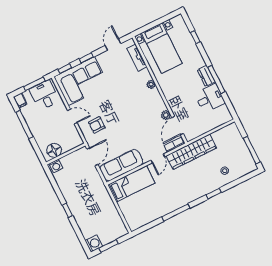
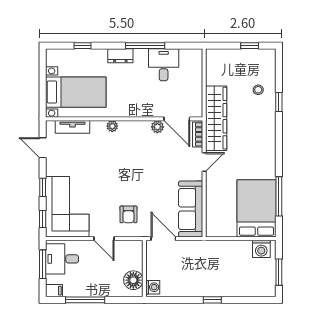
dresser: (206, 76) -> (120, 56), moved
door: (72, 117) -> (104, 239), swing flipped
window: (252, 150) -> (250, 46), width x0.46
door: (158, 158) -> (204, 162), hinge flipped
bed: (131, 184) -> (257, 208), moved, width x1.50
window: (214, 194) -> (279, 102), moved
window: (176, 212) -> (279, 196), moved
washing machine: (94, 243) -> (261, 249), moved, turned 180

